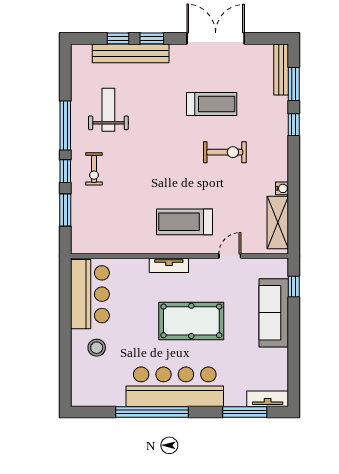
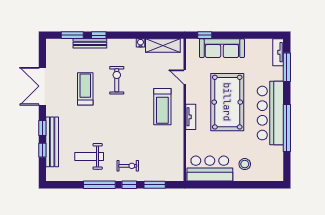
bench: (281, 69) -> (90, 43), moved
pool table: (191, 321) -> (227, 102), width x1.36, depth x1.32

